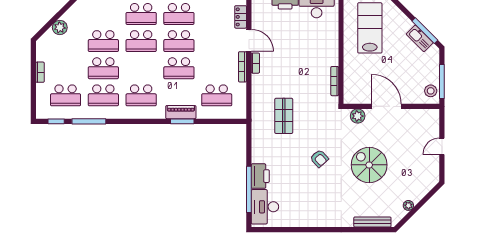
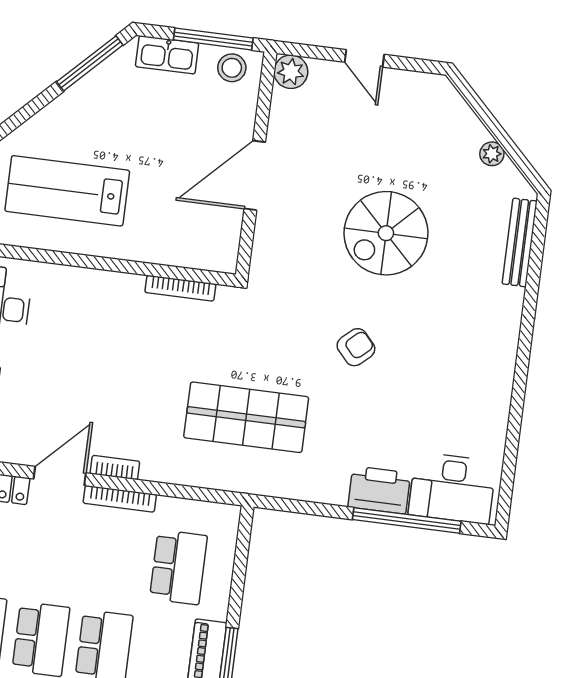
kitchen sink: (420, 38) -> (167, 55), moved, turned 45
shop shelf: (284, 116) -> (246, 417), width x1.43, depth x1.36
plant: (358, 116) -> (291, 72), moved

